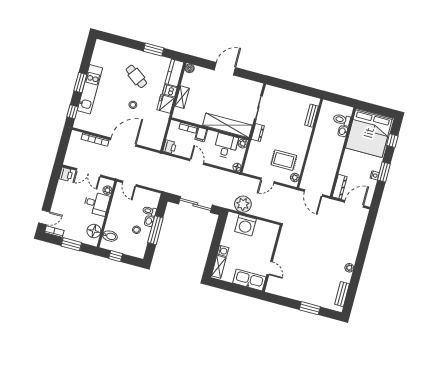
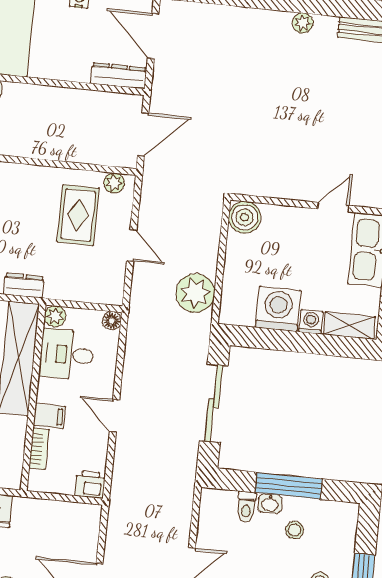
door: (197, 162) -> (114, 416), hinge flipped
washing machine: (245, 225) -> (278, 309), moved, turned -90
boiler: (271, 230) -> (245, 217), added

